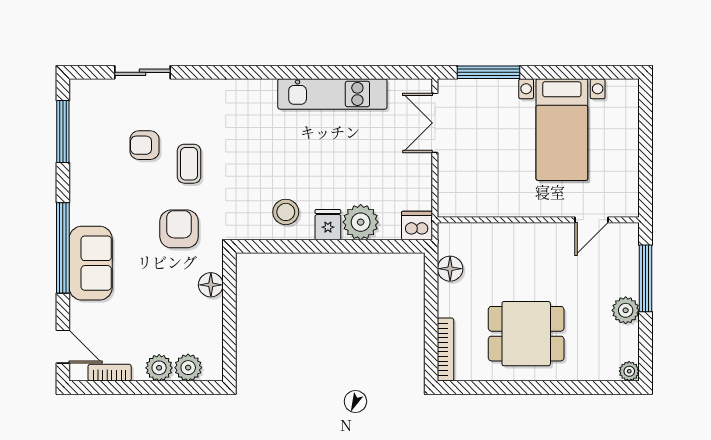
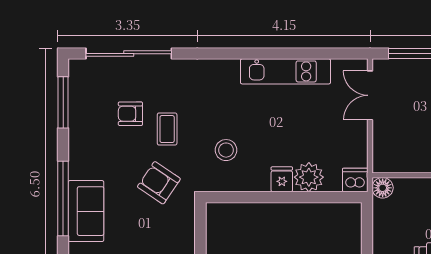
sliding door: (143, 72) -> (129, 54), width x1.86
stool: (286, 212) -> (226, 150), moved
armchair: (179, 229) -> (159, 183), turned -56
floor lamp: (450, 269) -> (383, 188), moved
floor lamp: (211, 285) -> (185, 229), removed

